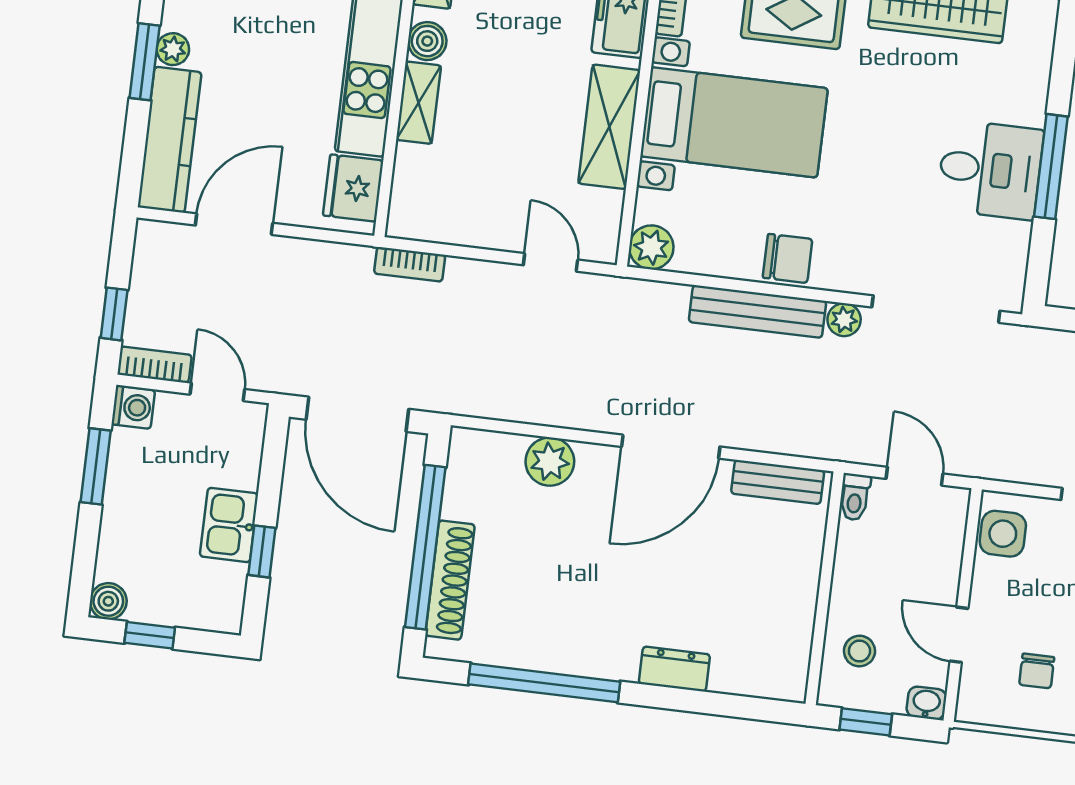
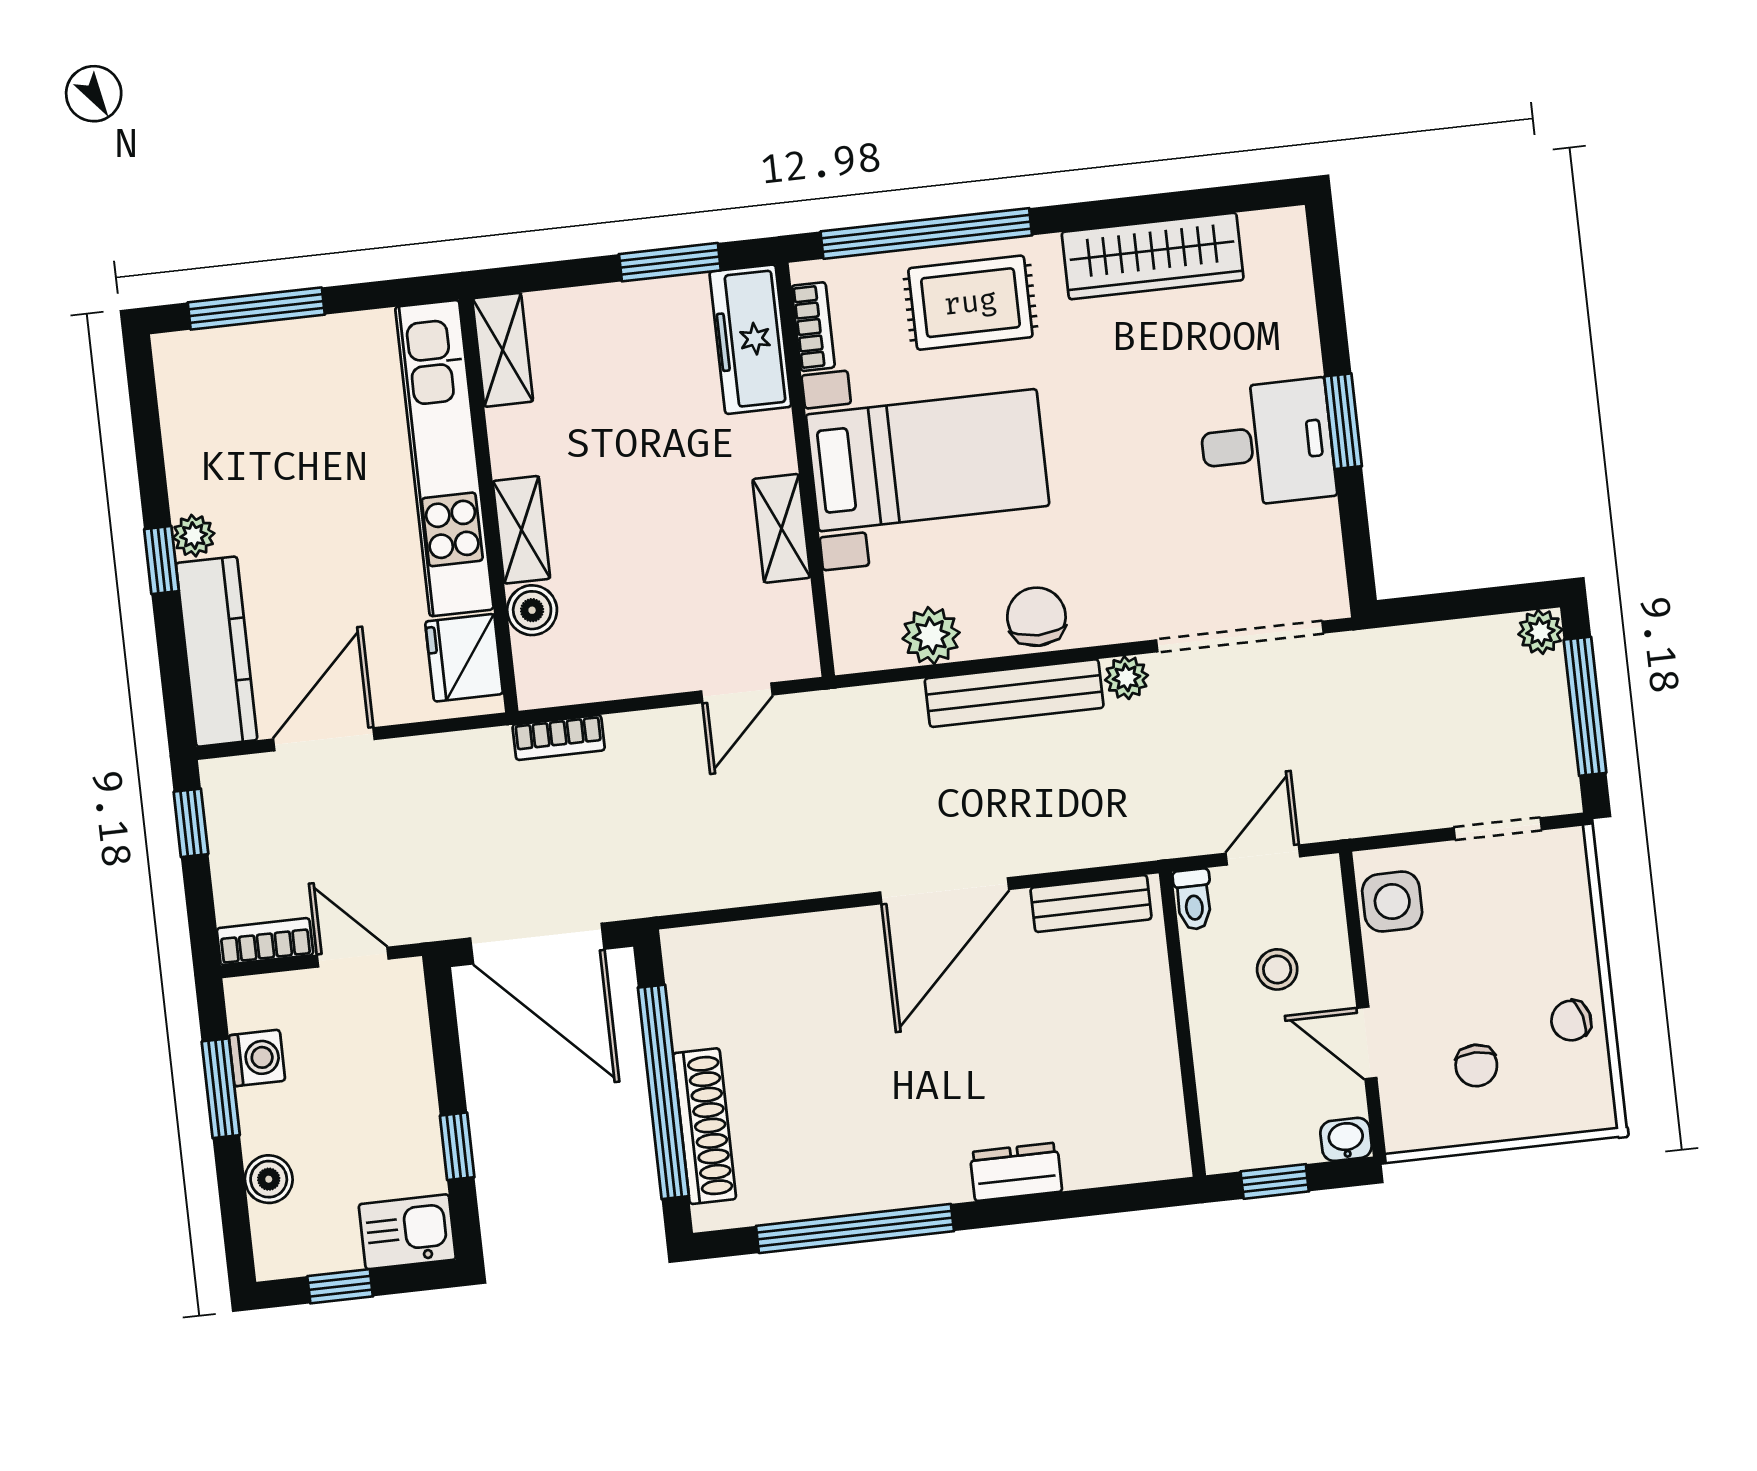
boiler: (427, 41) -> (532, 610), moved
window: (145, 62) -> (161, 560), width x0.67
shelving: (609, 127) -> (781, 528), width x0.67, depth x0.75
window: (1051, 167) -> (1343, 421), width x0.69
plant: (651, 247) -> (931, 636), moved
chair: (788, 258) -> (1036, 617), turned -90
door: (551, 262) -> (737, 693), swing flipped
window: (114, 314) -> (191, 823), moved
washing machine: (133, 407) -> (257, 1058), moved
plant: (550, 462) -> (796, 946), removed
door: (915, 476) -> (1263, 855), hinge flipped
kitchen sink: (229, 525) -> (407, 1232), moved, turned 90
boiler: (108, 601) -> (269, 1179), moved
stool: (859, 651) -> (1277, 969), moved

